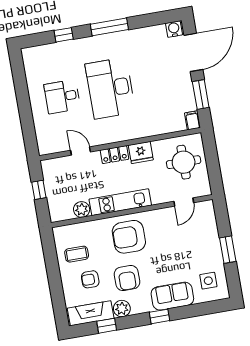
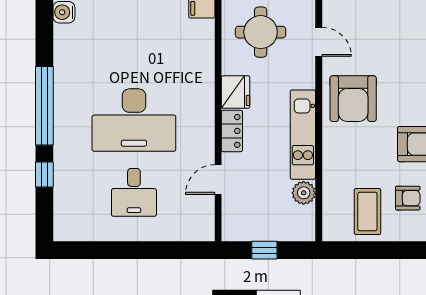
window: (109, 27) -> (44, 106), width x1.46
armchair: (129, 237) -> (353, 99), moved
coffee table: (77, 254) -> (367, 211), width x1.36, depth x1.30
armchair: (90, 279) -> (408, 198), turned -90

